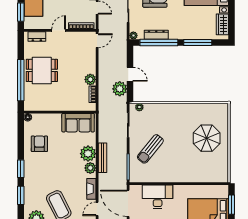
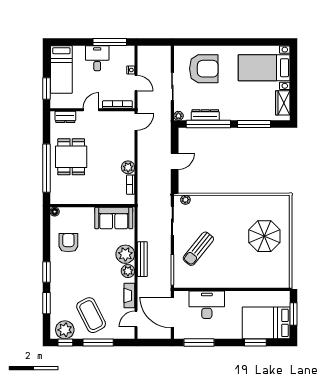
dining table: (42, 70) -> (71, 157), turned 90
door: (130, 74) -> (175, 161), hinge flipped
plant: (120, 89) -> (162, 178), removed

